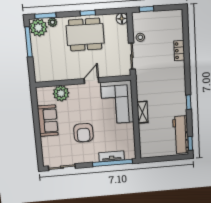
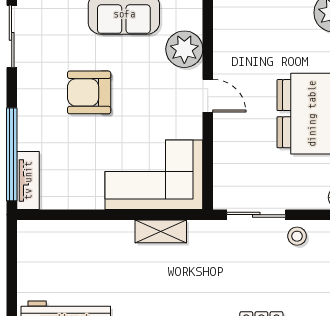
door: (91, 81) -> (208, 96), moved
shelving: (142, 112) -> (161, 231), moved
tv unit: (112, 156) -> (28, 180), moved

